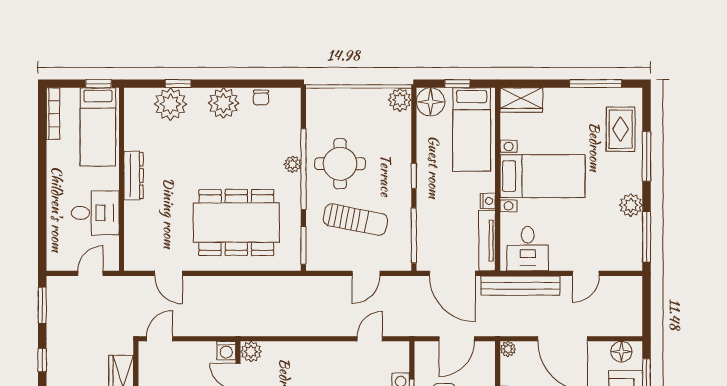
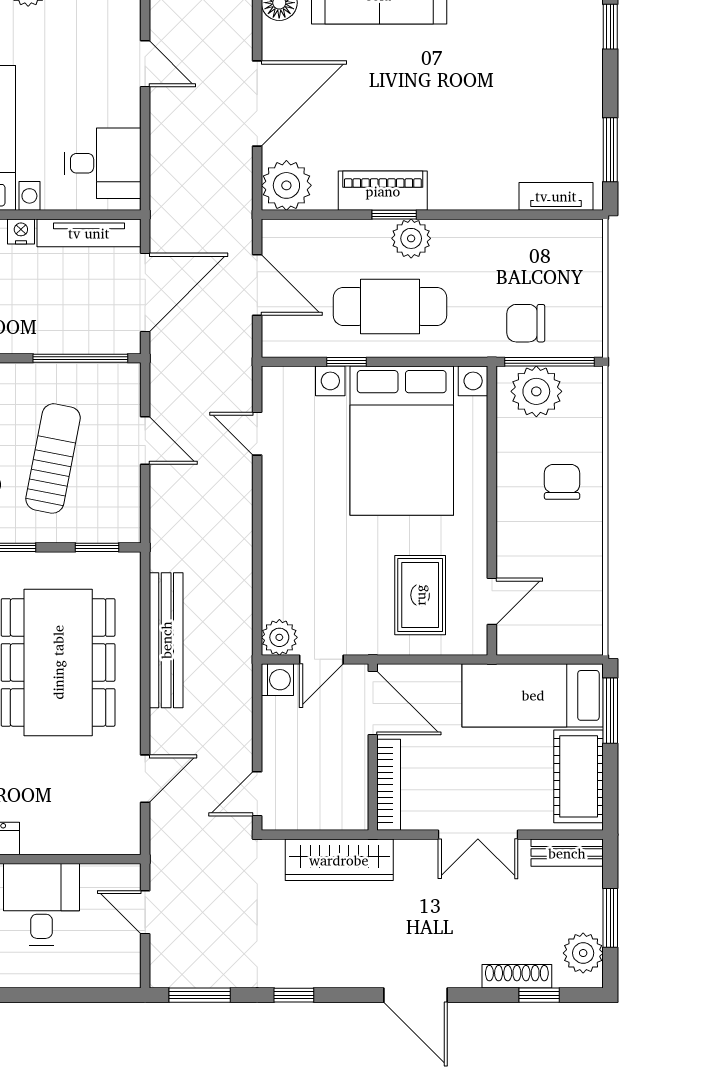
window: (303, 245) -> (97, 547), width x0.67
bench: (520, 286) -> (166, 640), moved
door: (160, 339) -> (257, 794), hinge flipped
plant: (508, 349) -> (286, 185), width x1.88, depth x1.88

